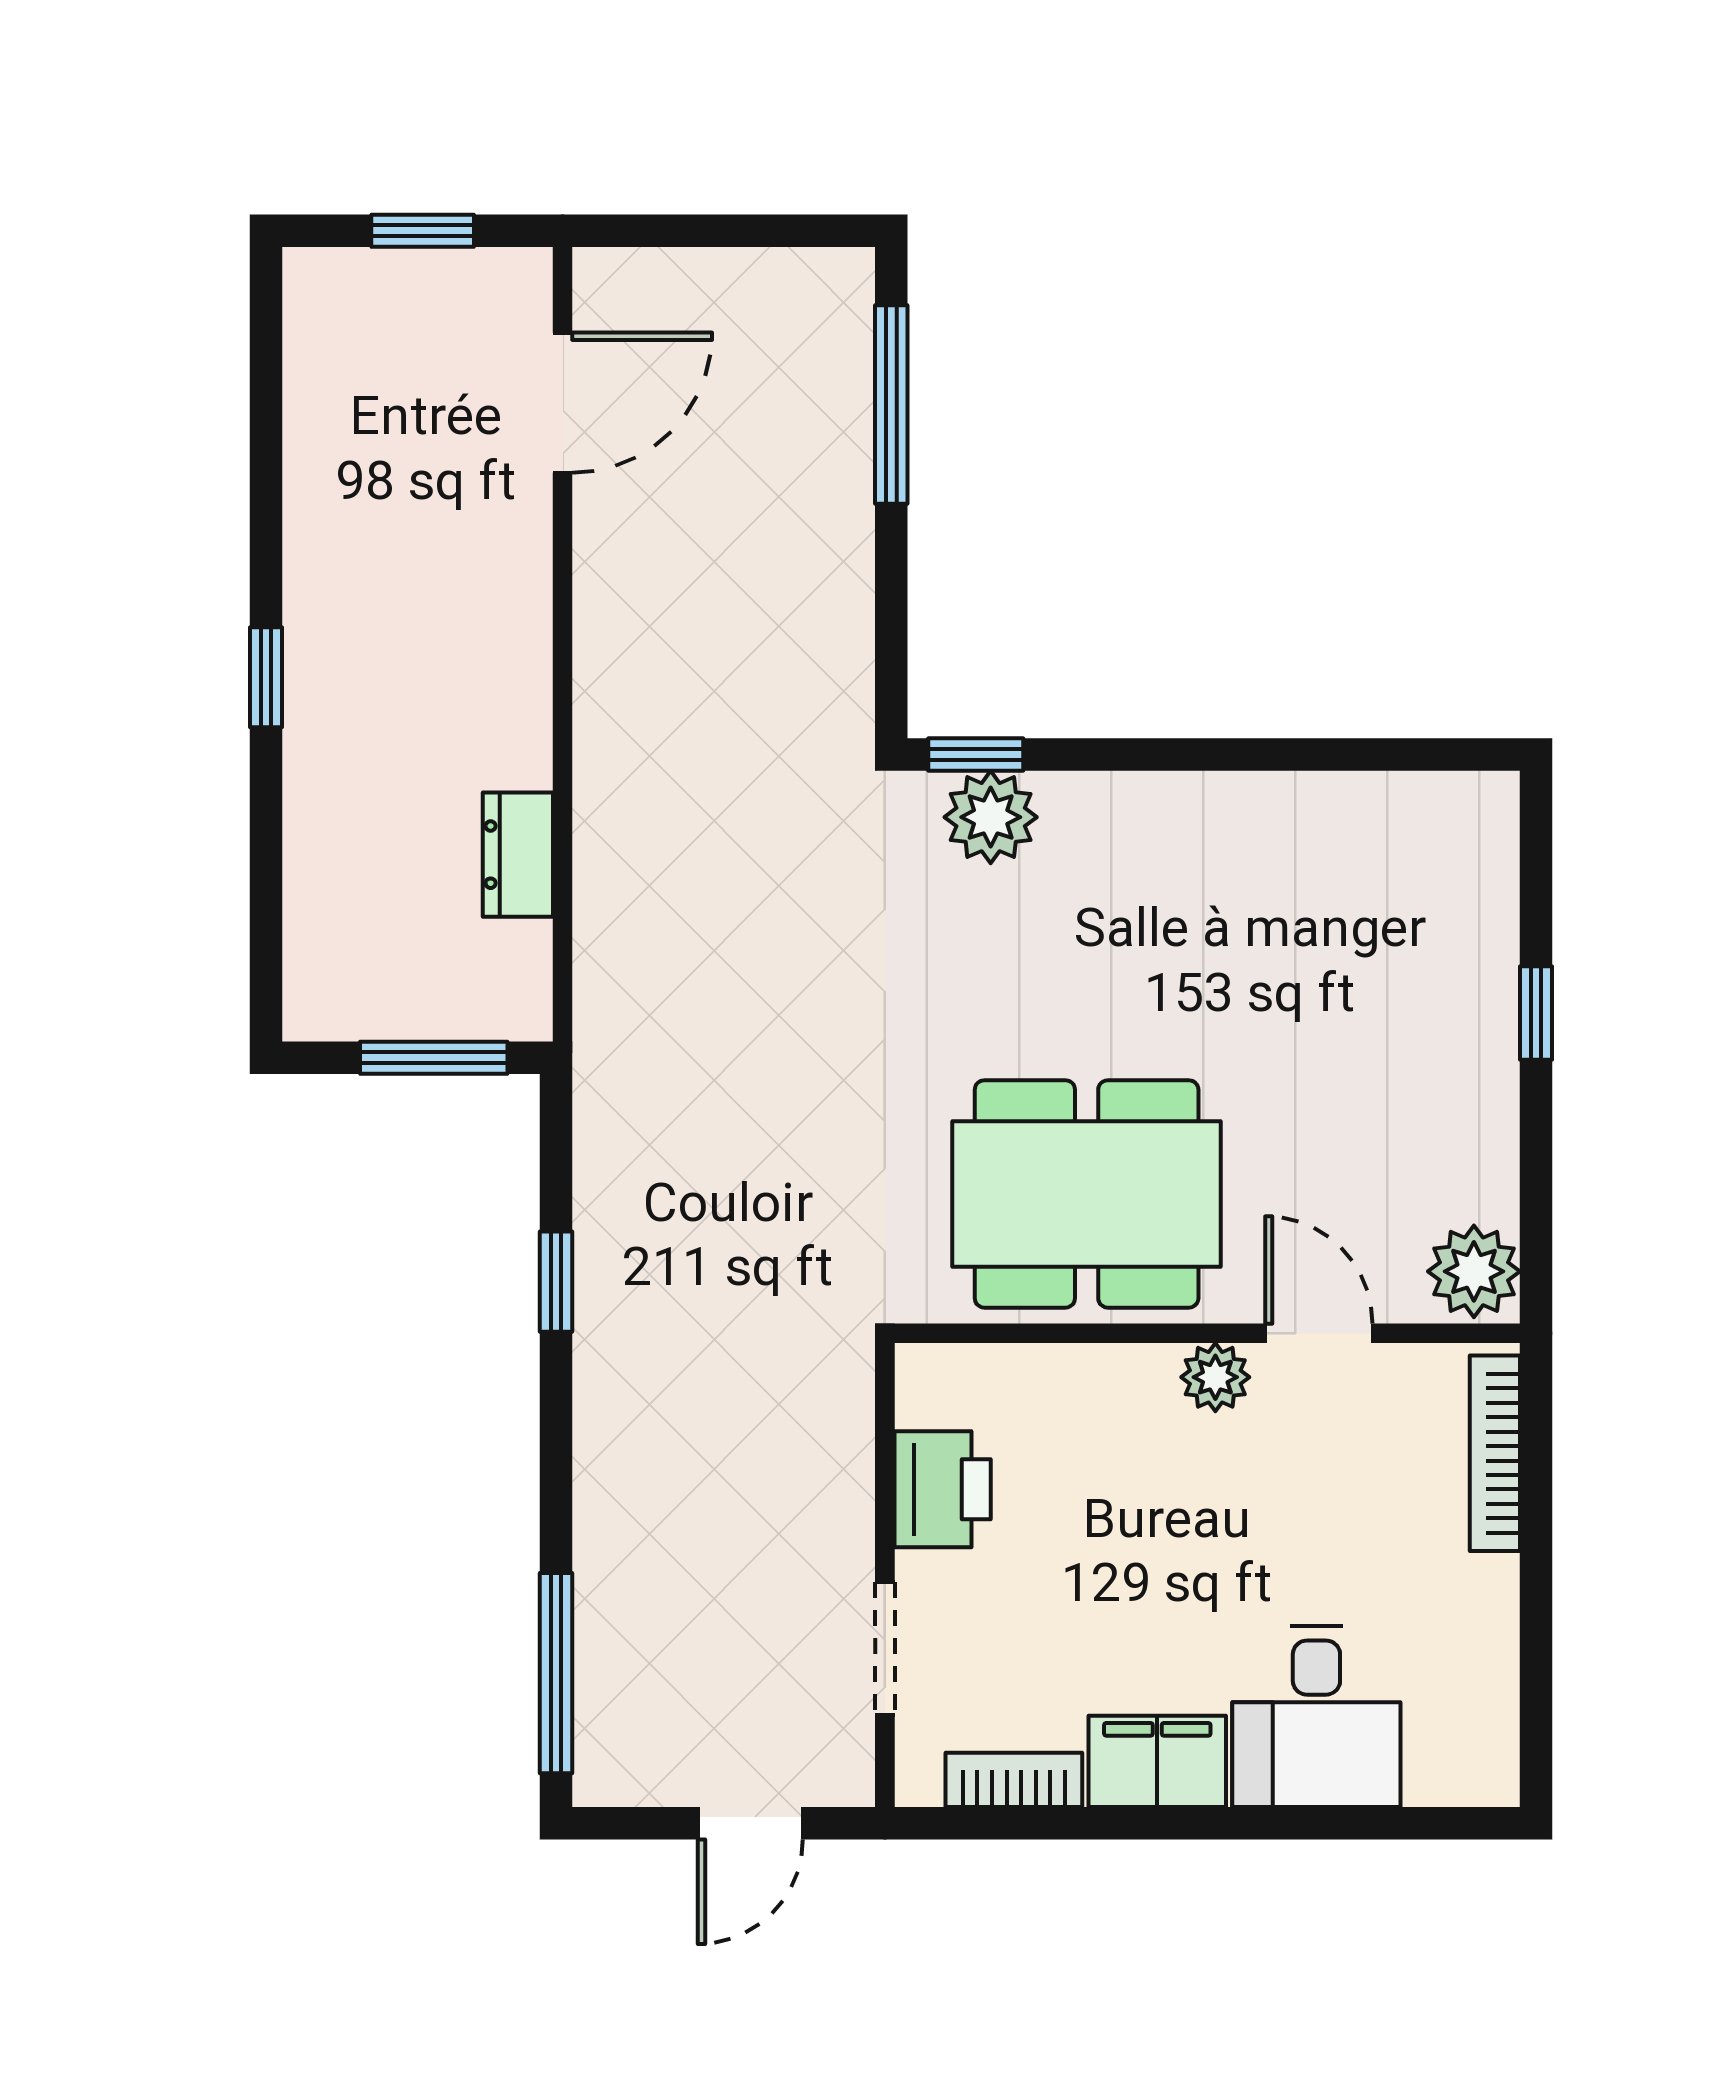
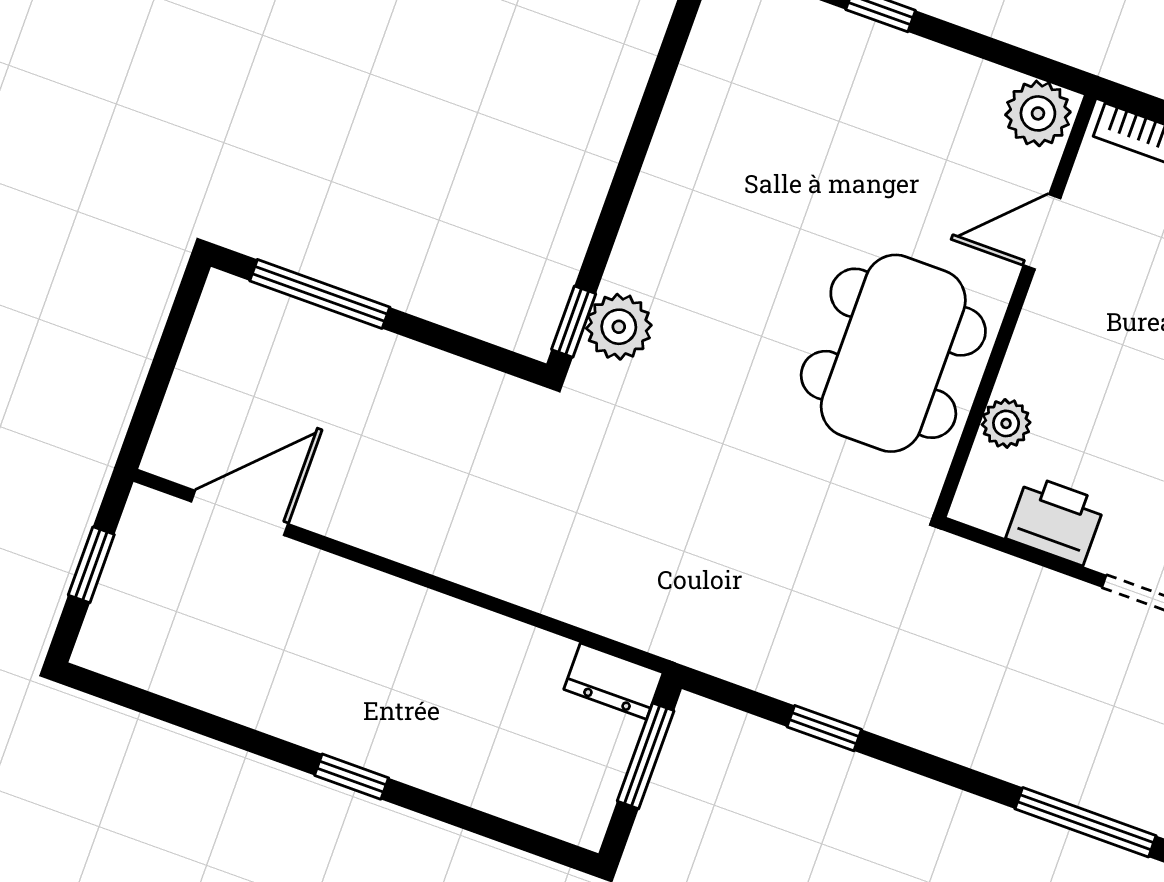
door: (563, 403) -> (240, 513), hinge flipped
dresser: (518, 855) -> (614, 681), moved
plant: (1215, 1377) -> (1006, 423), moved

